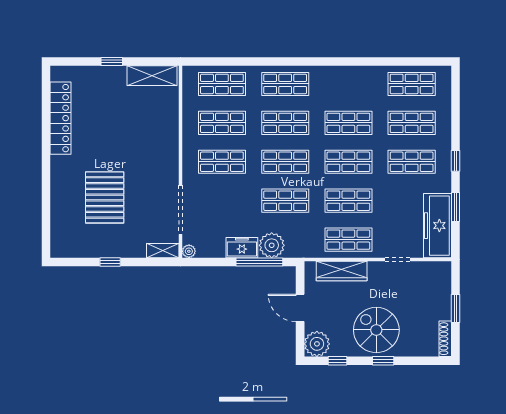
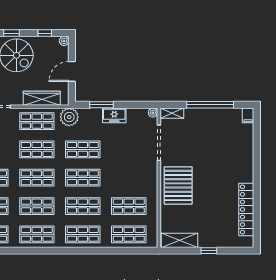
shop shelf: (222, 162) -> (37, 234), moved
pallet: (105, 197) -> (178, 185), moved
plant: (272, 245) -> (69, 117), moved
filing cabinet: (58, 247) -> (248, 115), added
window: (110, 262) -> (210, 105), width x3.17
window: (259, 262) -> (101, 105), width x0.69
door: (300, 308) -> (72, 71), swing flipped
plant: (317, 344) -> (64, 41), width x0.53, depth x0.53

